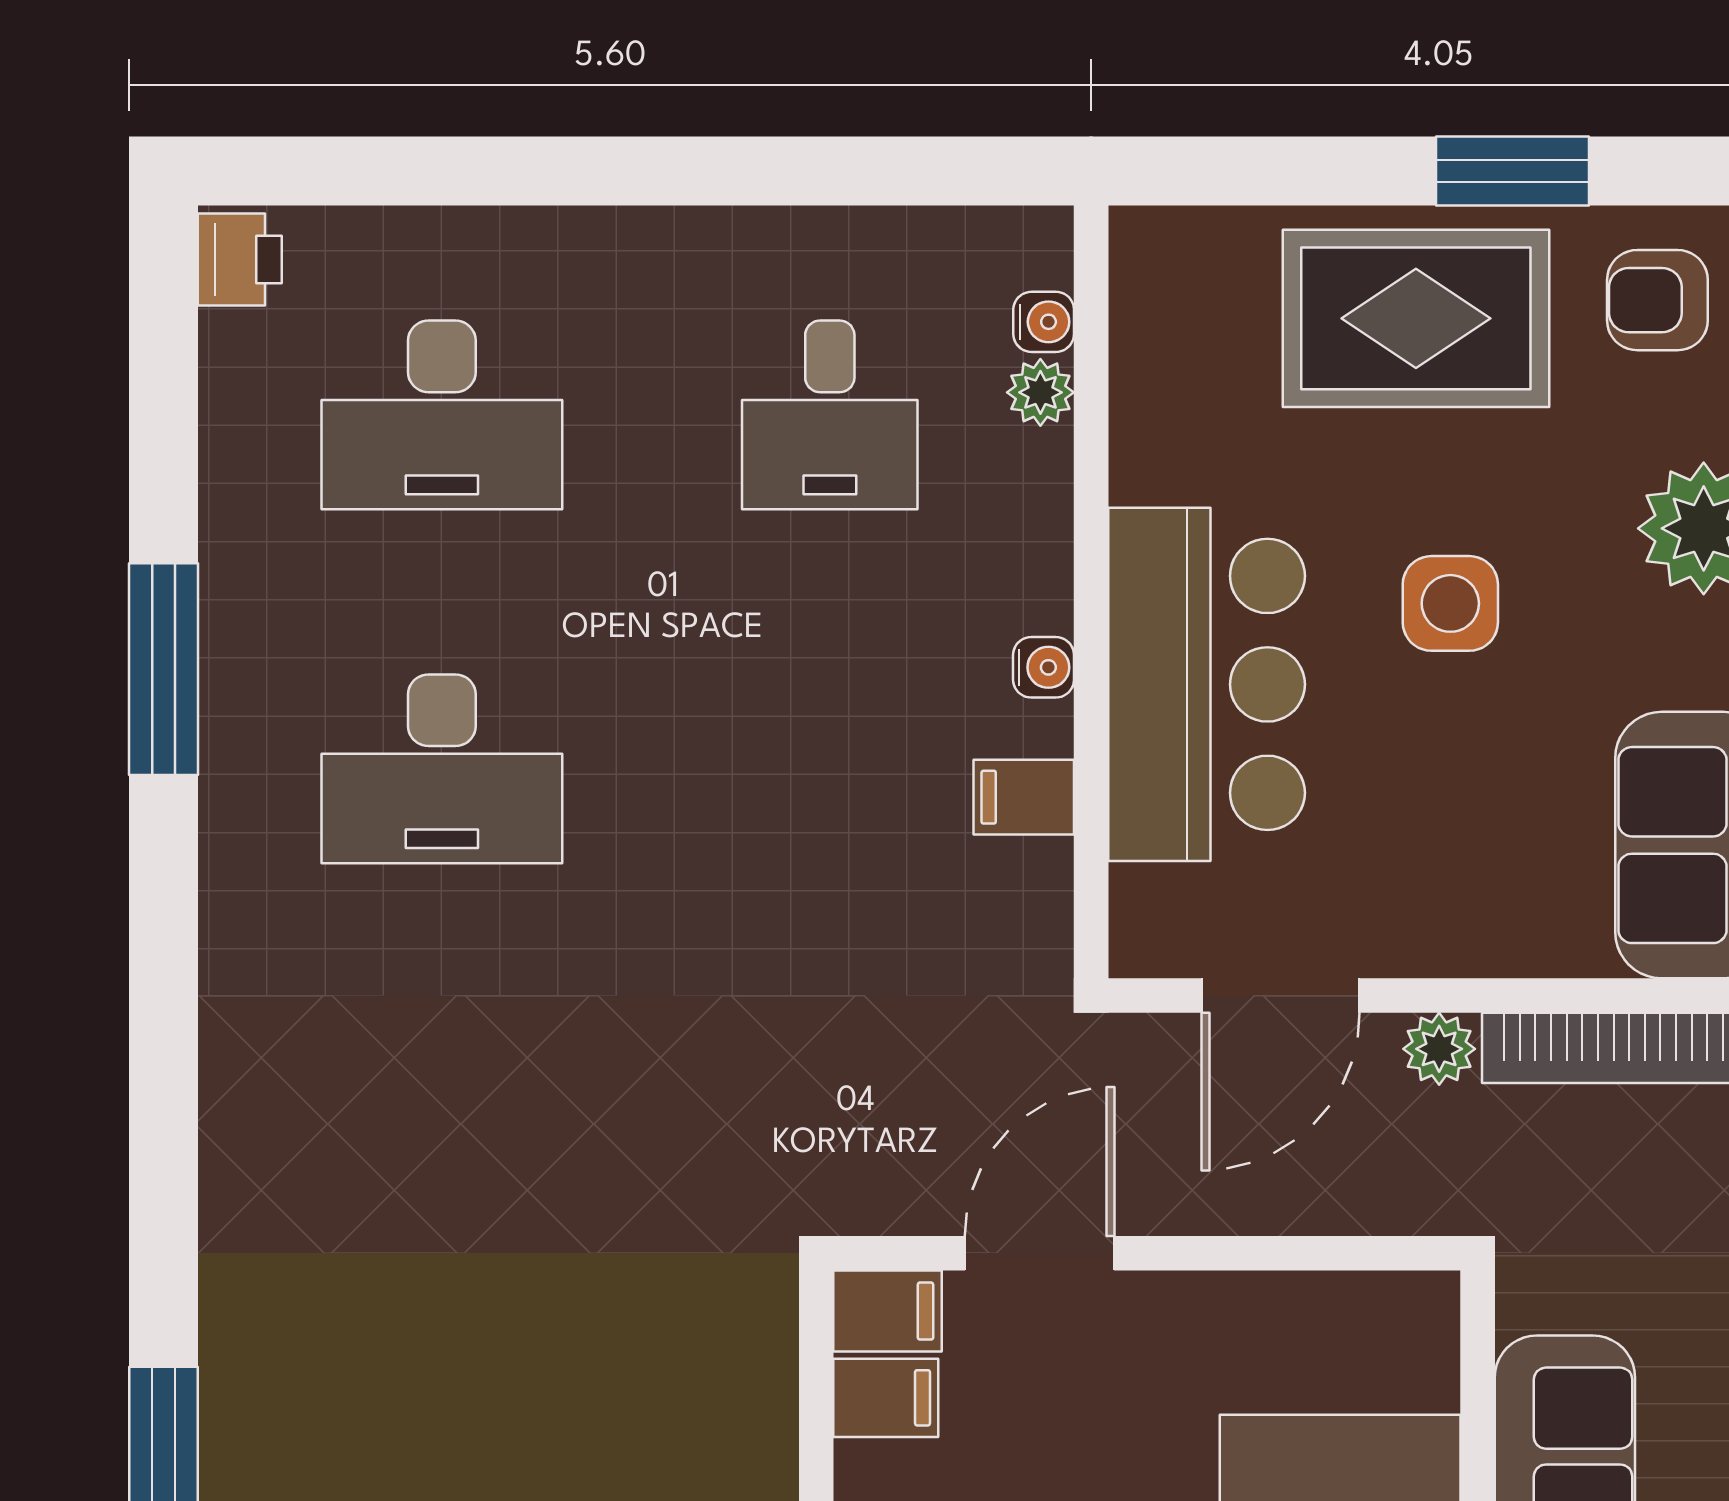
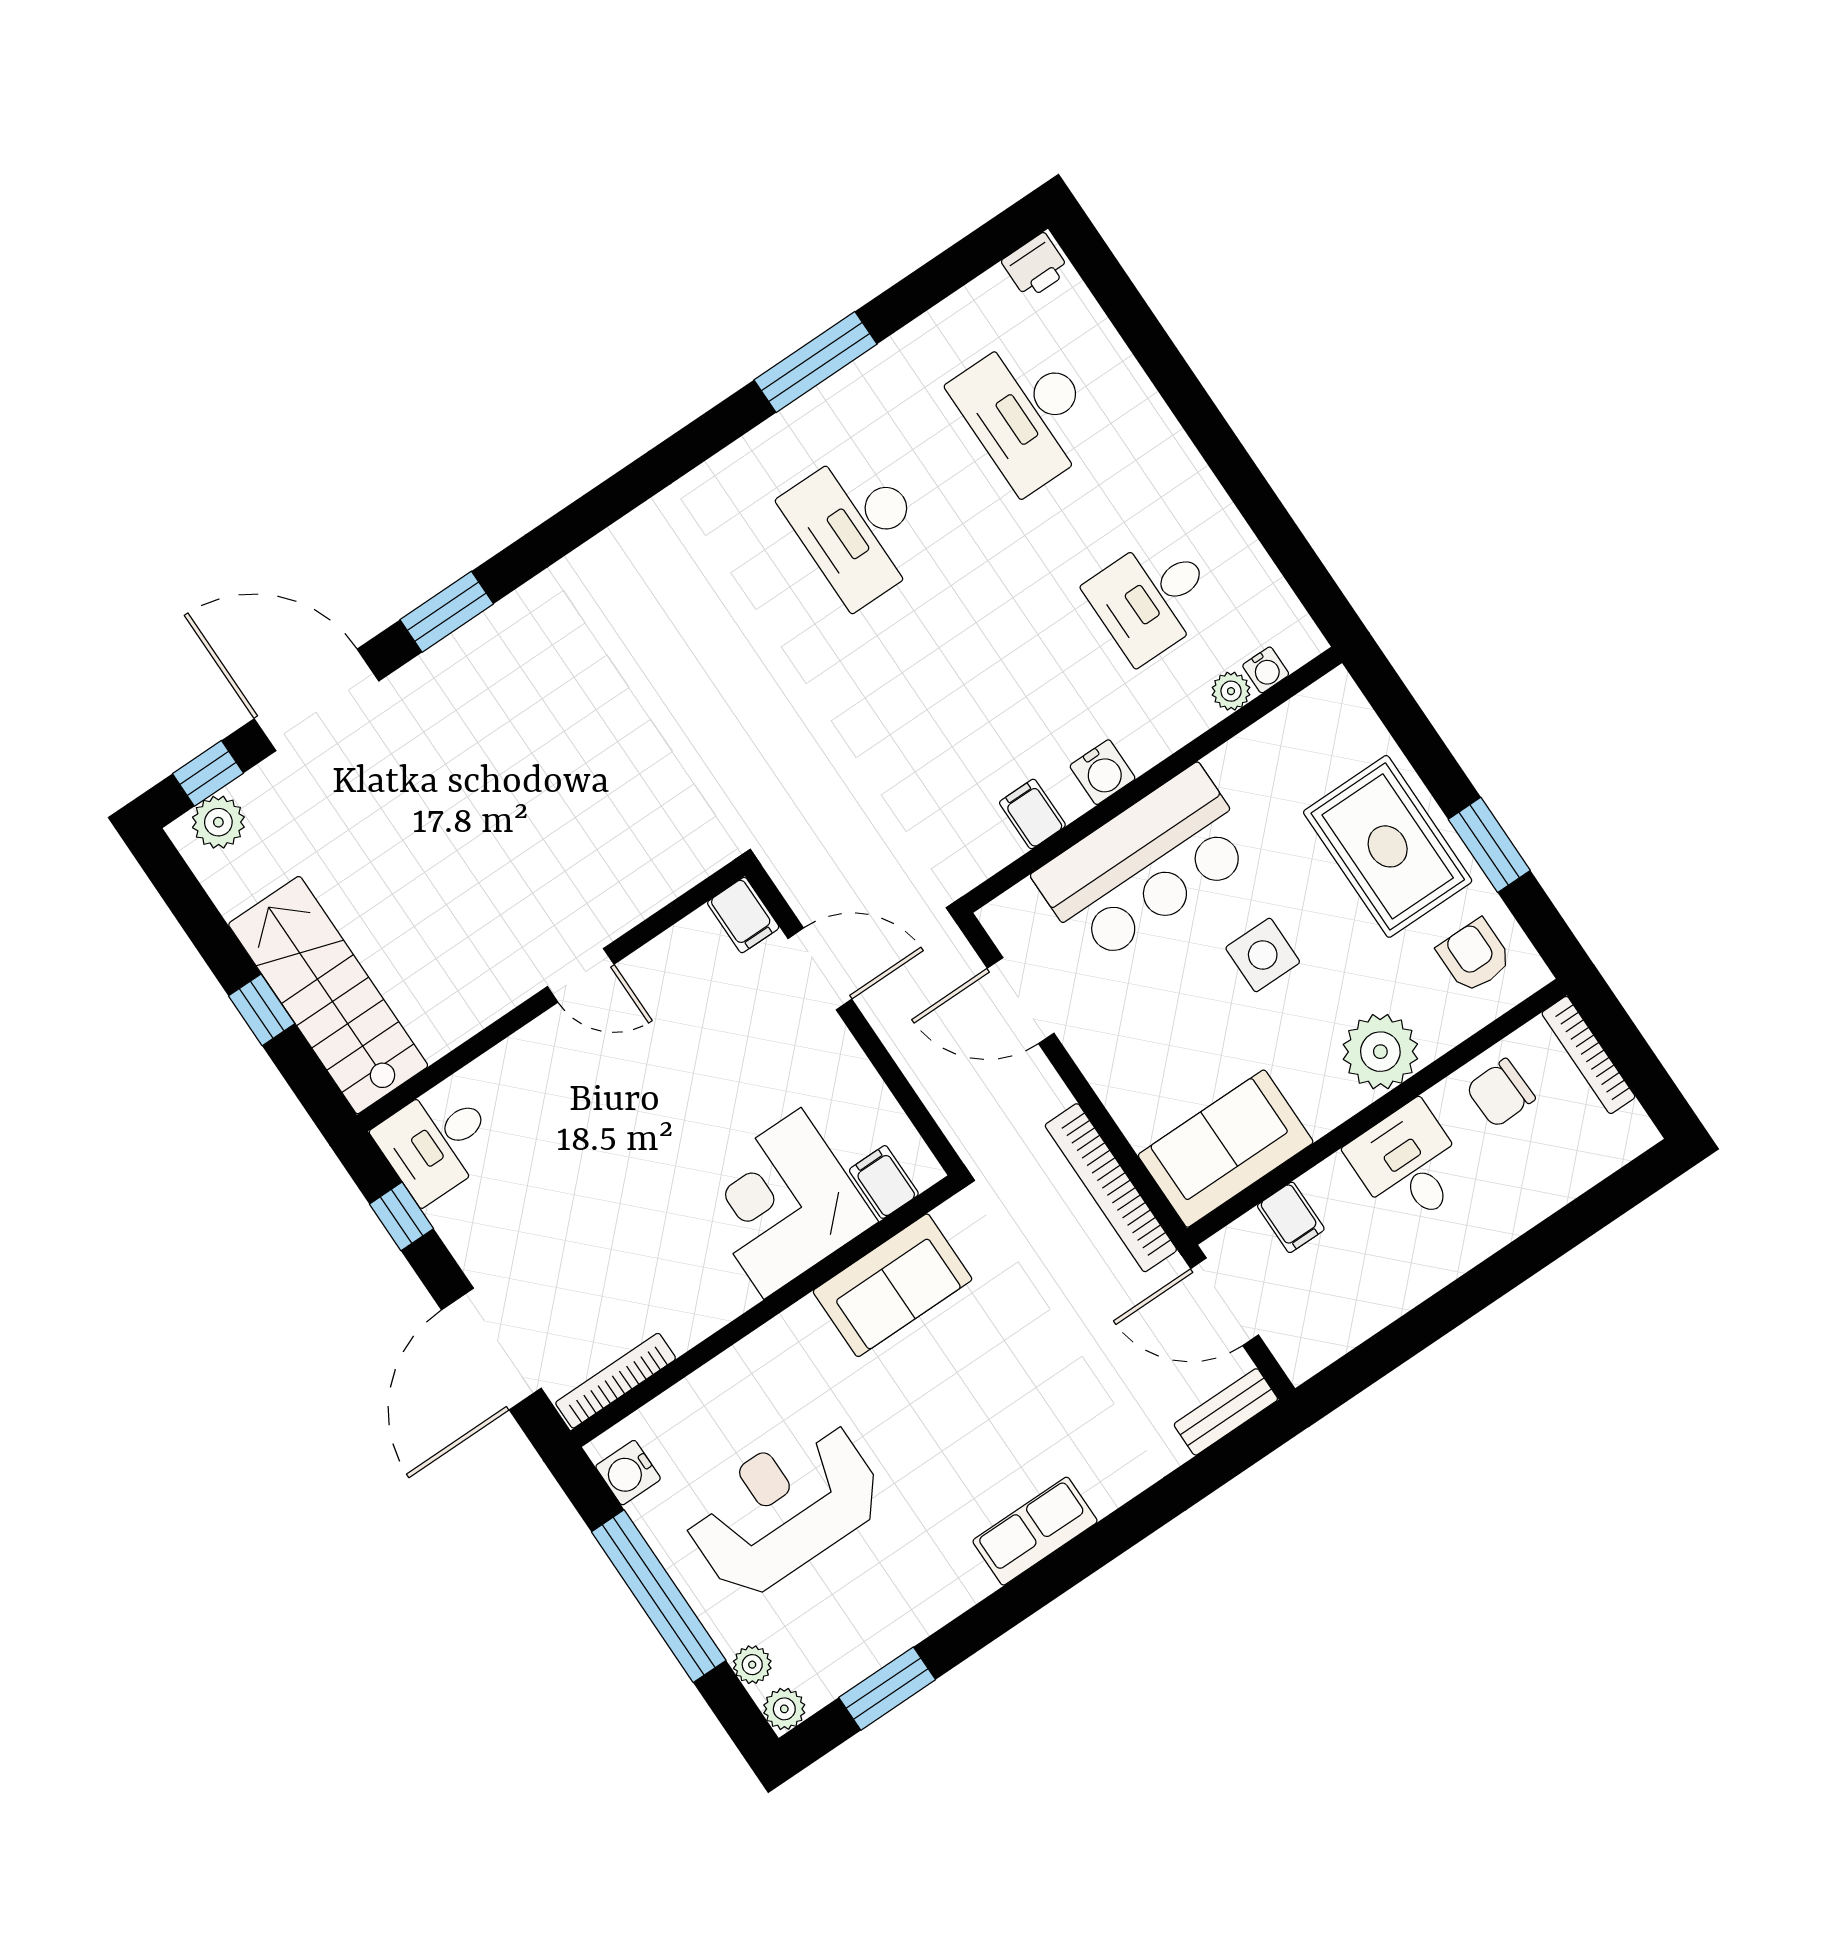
water cooler: (1044, 667) -> (1103, 772), width x1.38, depth x1.38
plant: (1439, 1049) -> (1046, 1094), removed
filing cabinet: (886, 1398) -> (884, 1182), moved, turned 180

